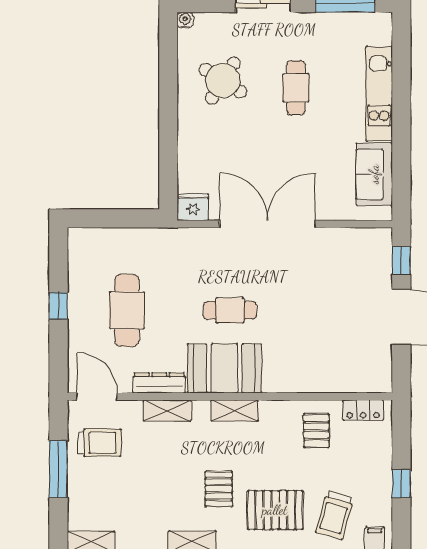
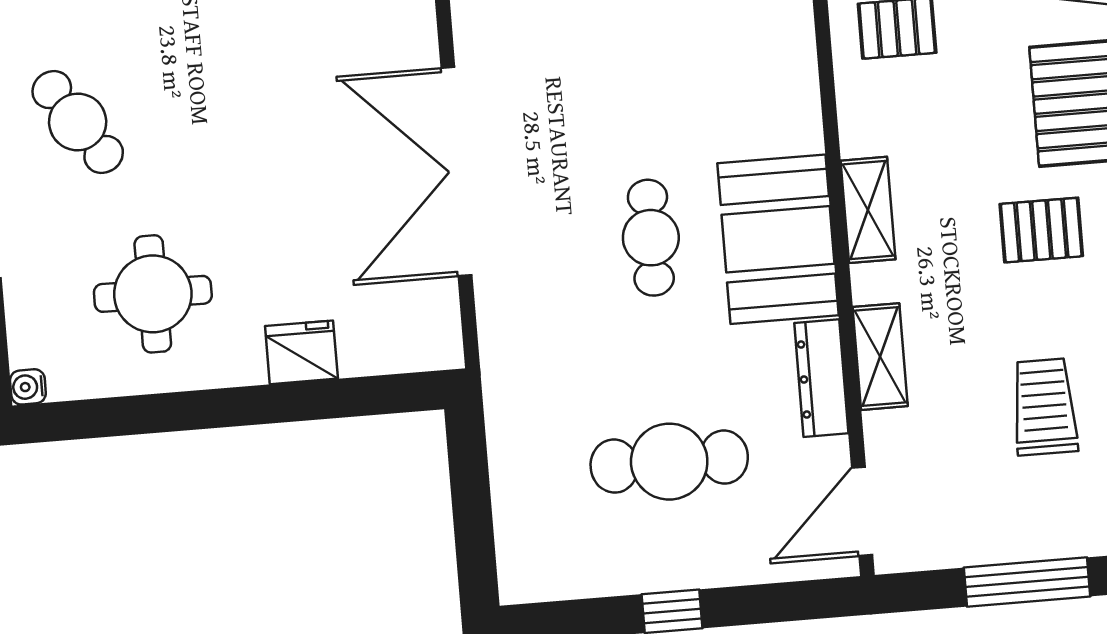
round table: (223, 81) -> (153, 294), turned -32
cafe table: (296, 88) -> (78, 122), moved, turned 56
fridge: (193, 207) -> (301, 352), moved, turned 90
trolley: (99, 443) -> (1044, 407), moved

